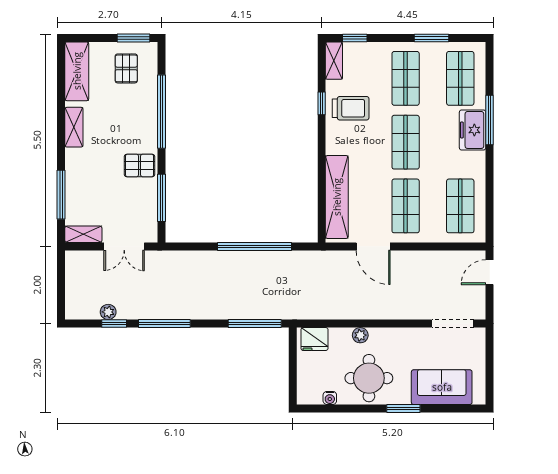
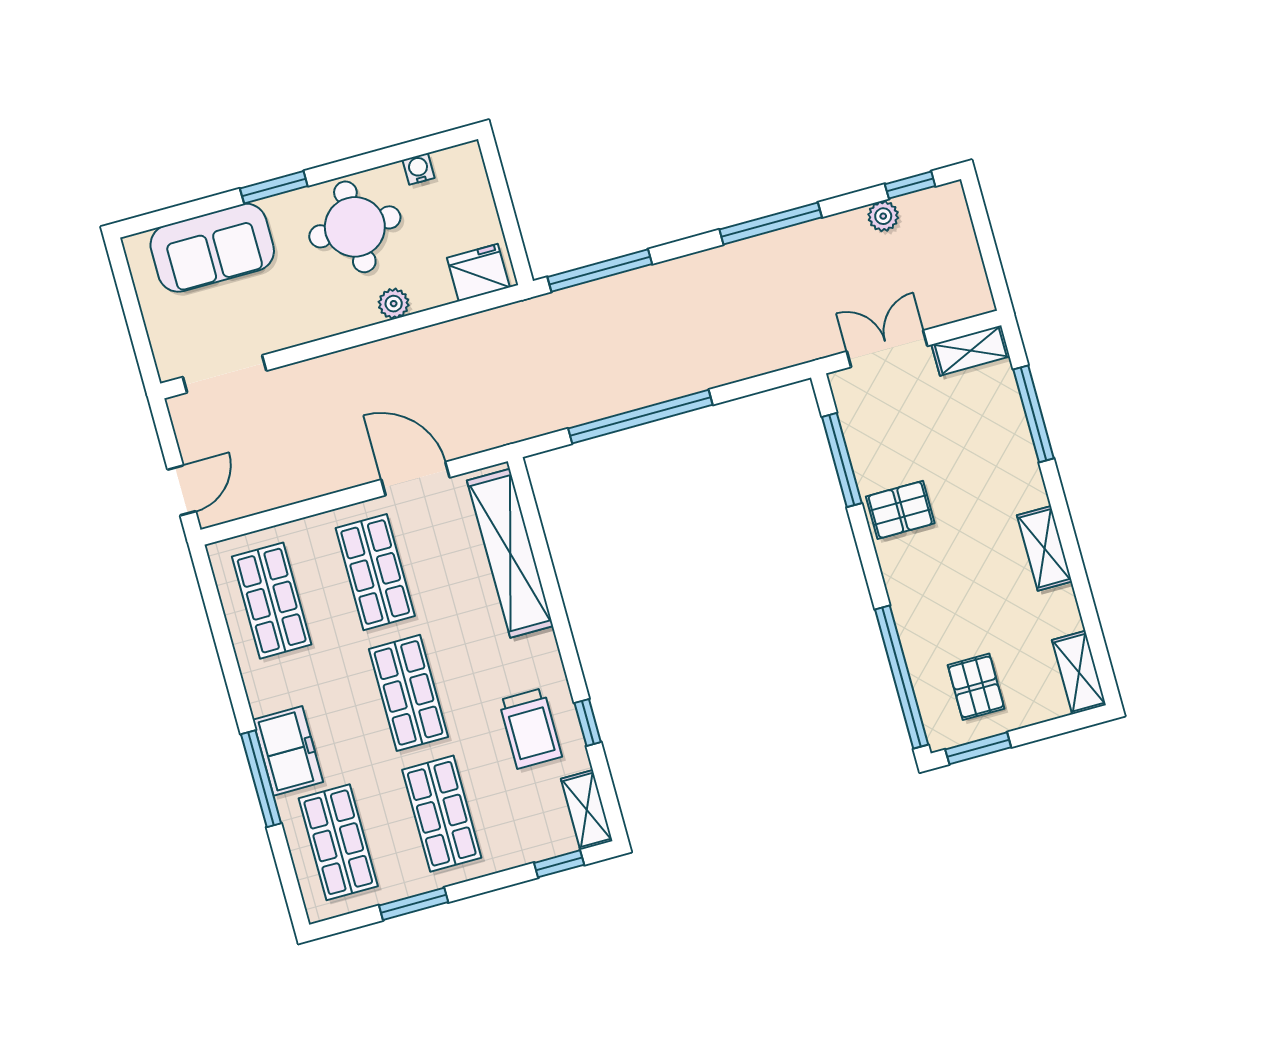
shelving: (77, 71) -> (1079, 673), width x0.67, depth x0.75
trolley: (351, 108) -> (530, 728), turned -90
window: (161, 112) -> (902, 677), moved
window: (114, 324) -> (910, 185), moved

